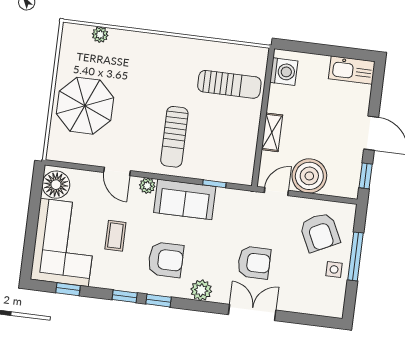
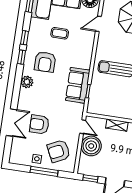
door: (117, 171) -> (98, 24), moved
plant: (147, 186) -> (88, 52), removed
sofa: (185, 199) -> (78, 85), moved
armchair: (254, 263) -> (39, 124), moved, turned 90
double door: (252, 312) -> (12, 123), moved

